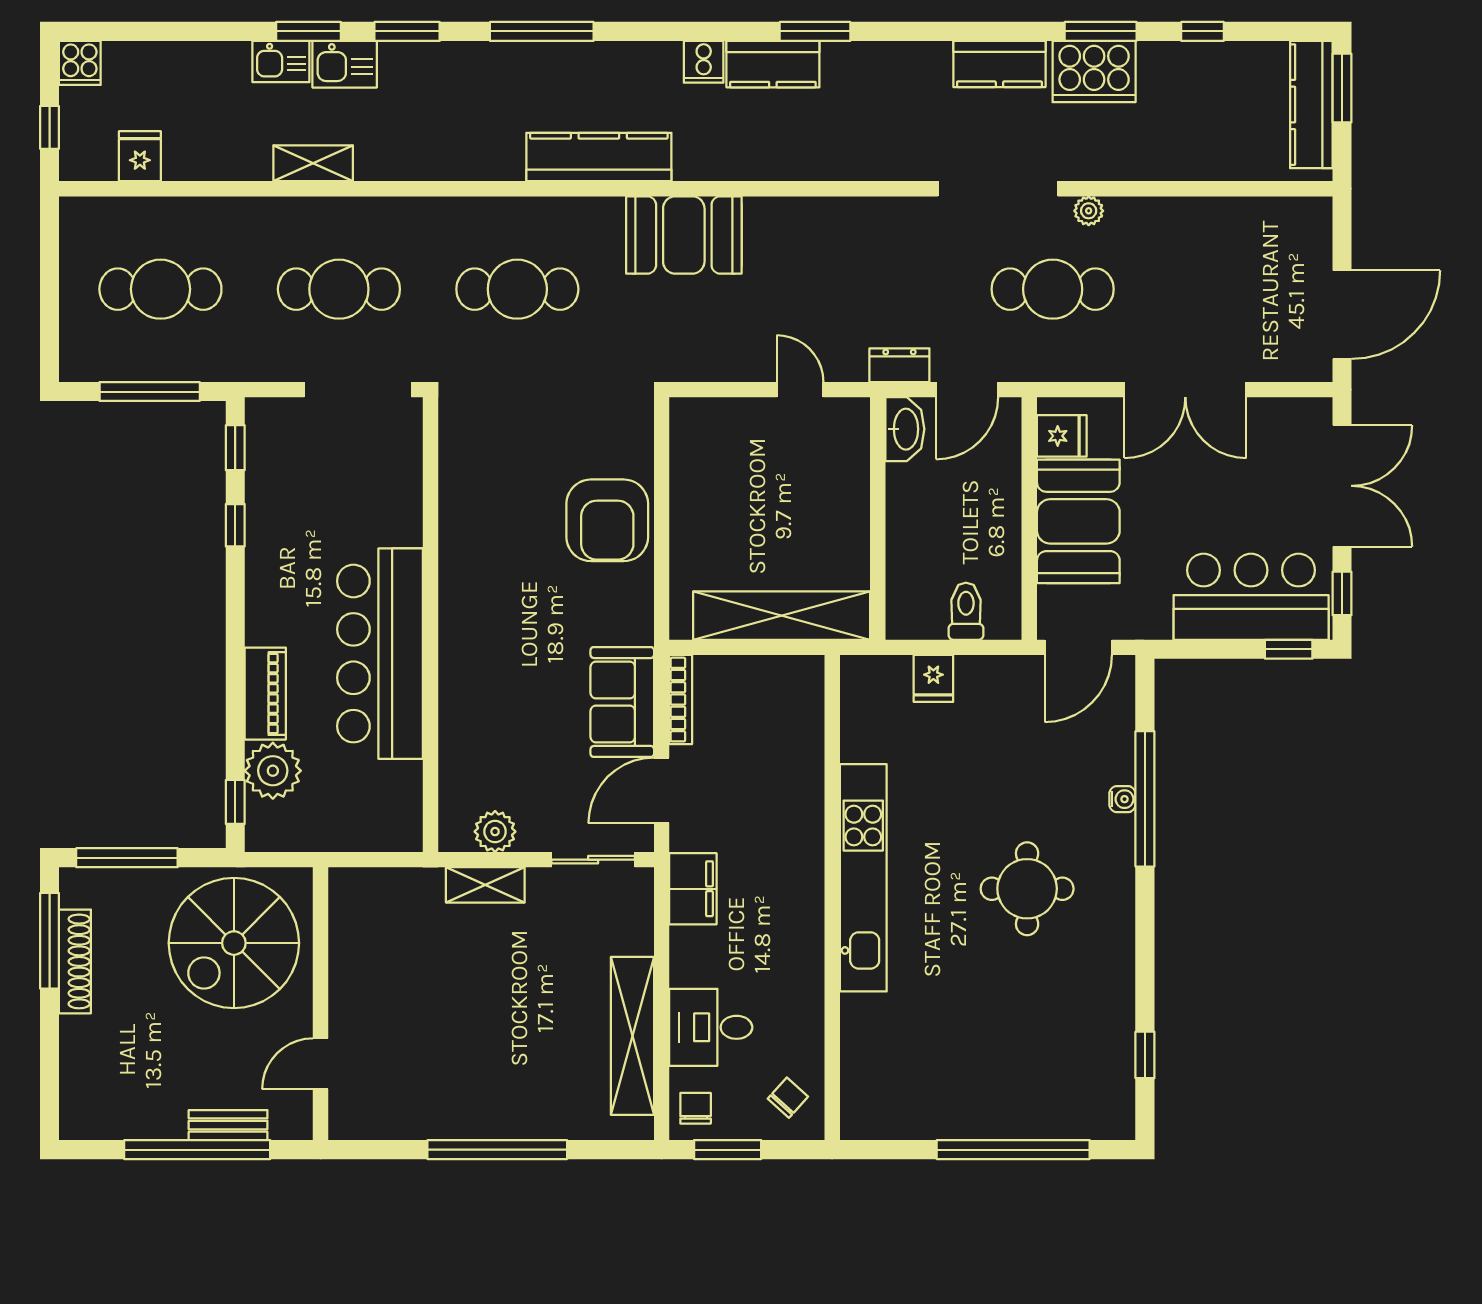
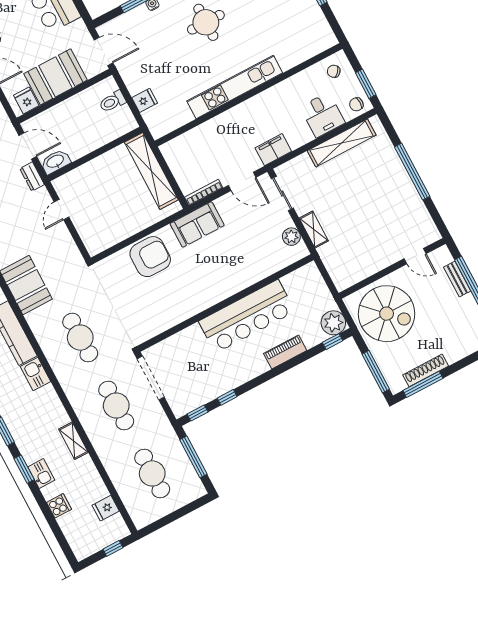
cooker: (80, 63) -> (59, 506), moved
kitchen sink: (345, 64) -> (35, 374), moved, turned 180
sofa: (622, 702) -> (197, 224), moved
plant: (273, 771) -> (333, 323), moved

